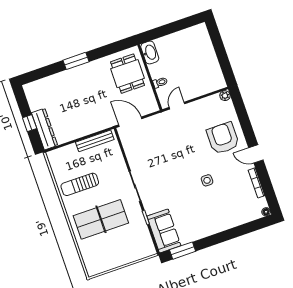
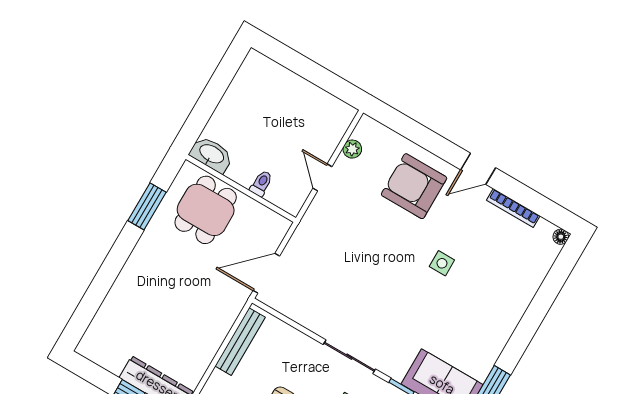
window: (76, 61) -> (147, 206), moved
dining table: (127, 74) -> (206, 210), turned 90
plant: (225, 96) -> (352, 149), moved
door: (177, 106) -> (322, 177), moved

